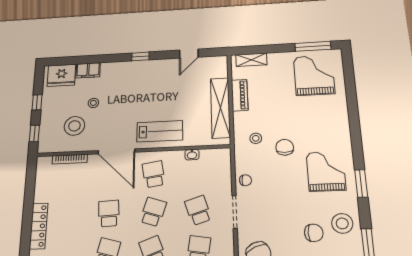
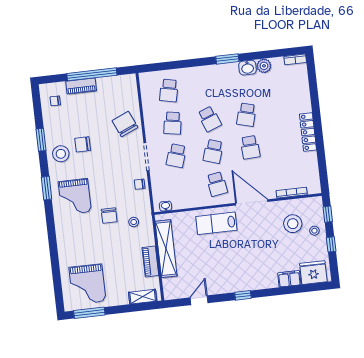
stool: (93, 103) -> (314, 231), moved
washbasin: (192, 155) -> (166, 206), moved
school desk: (198, 210) -> (176, 156), turned 36

